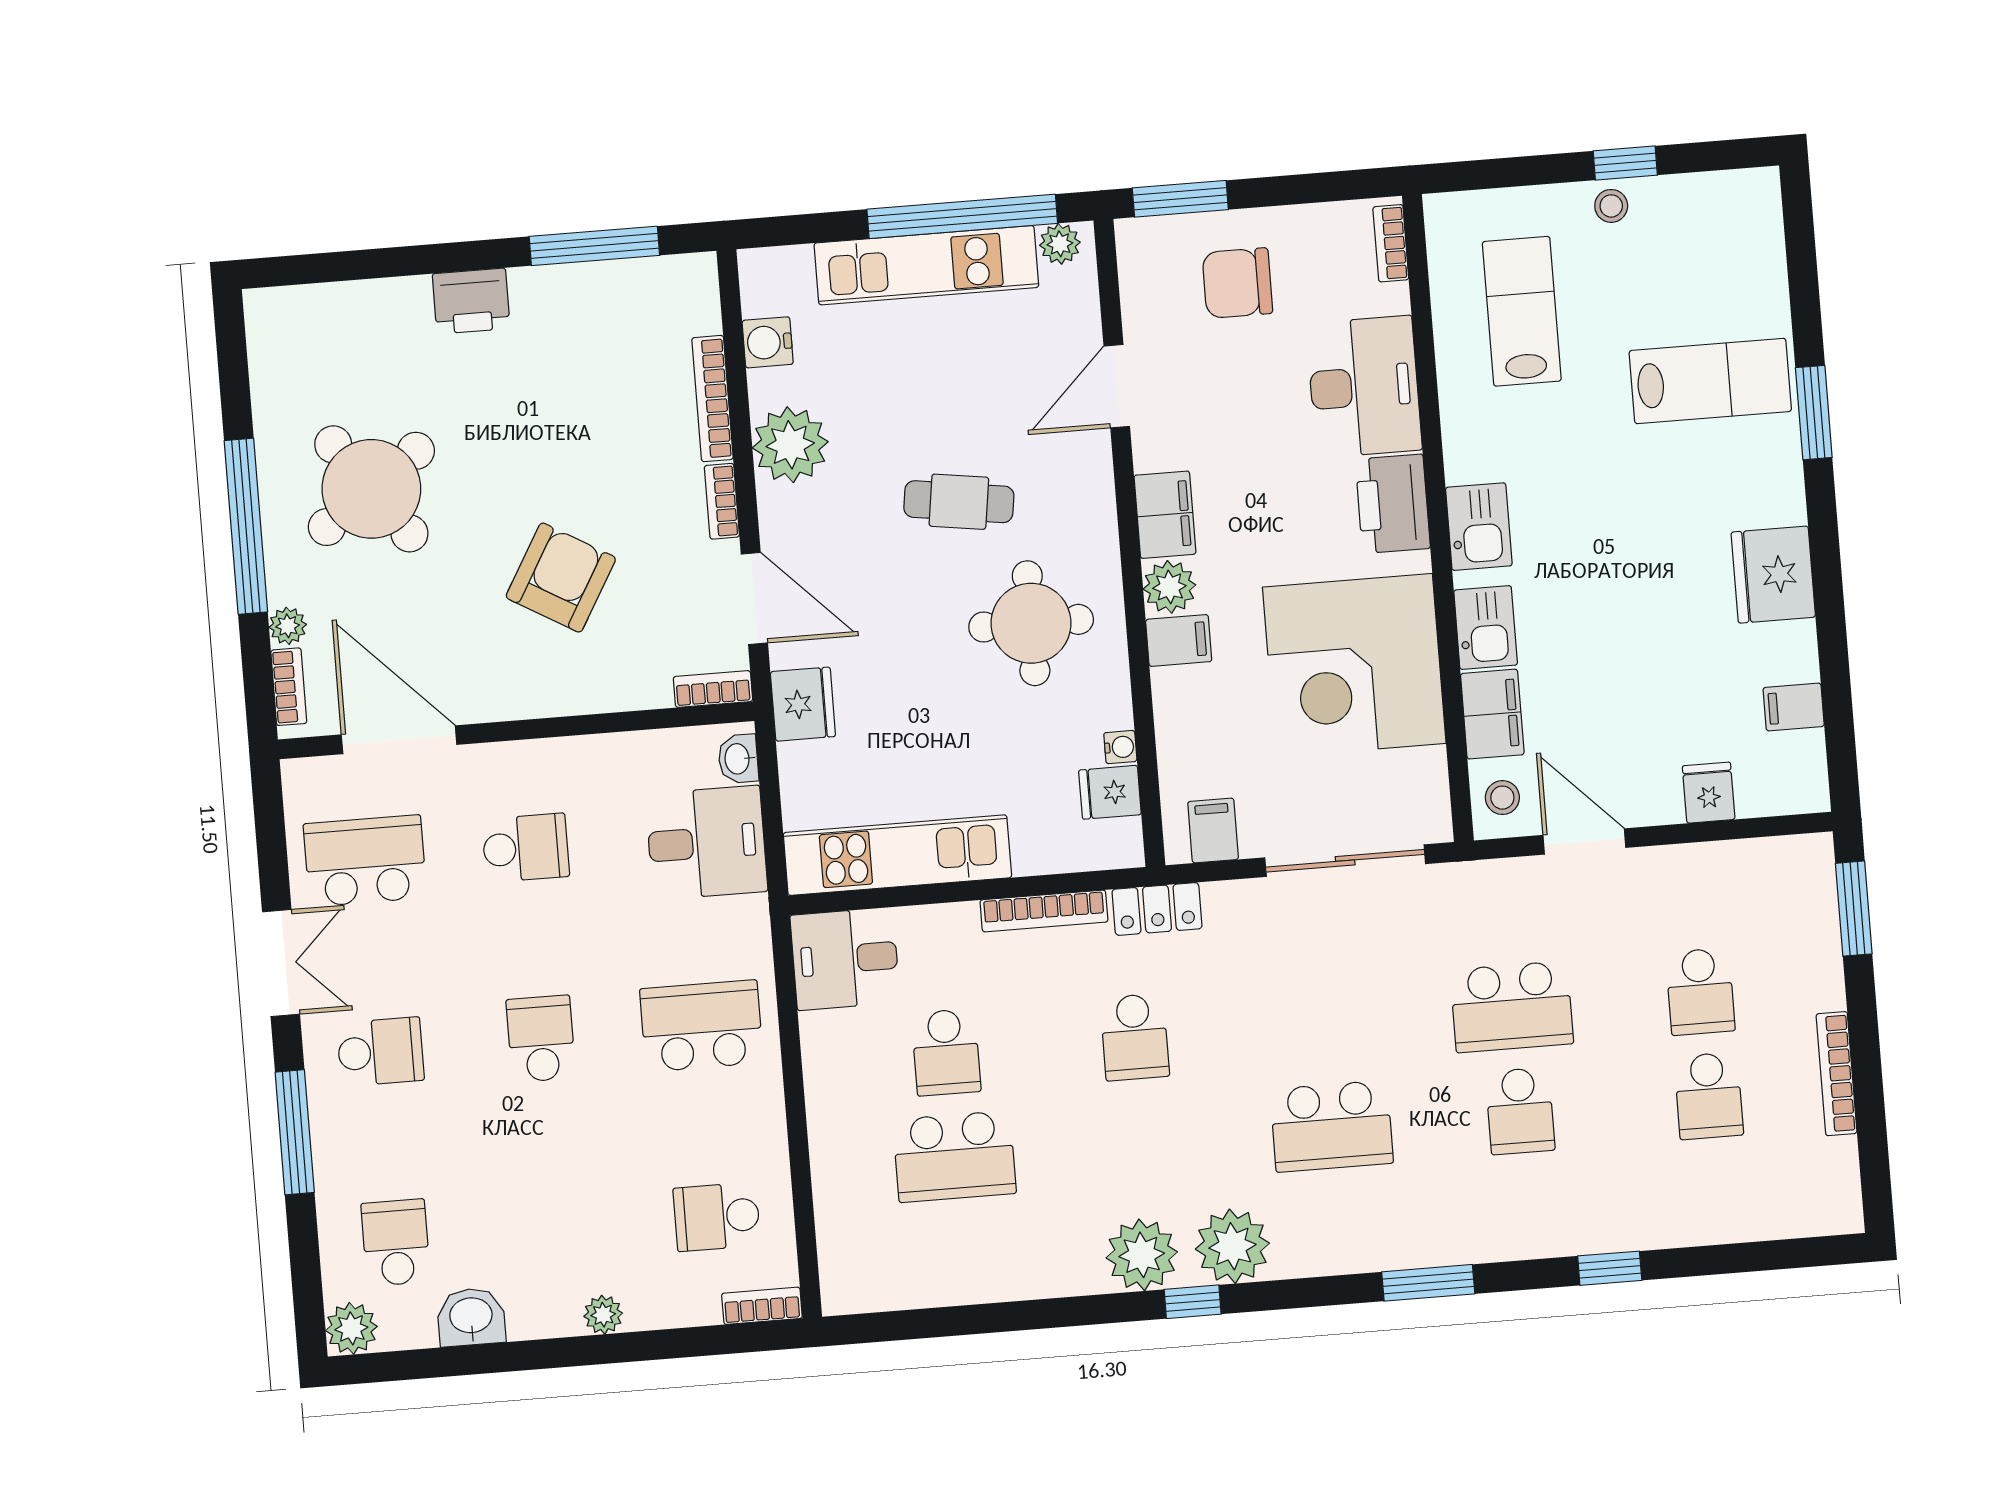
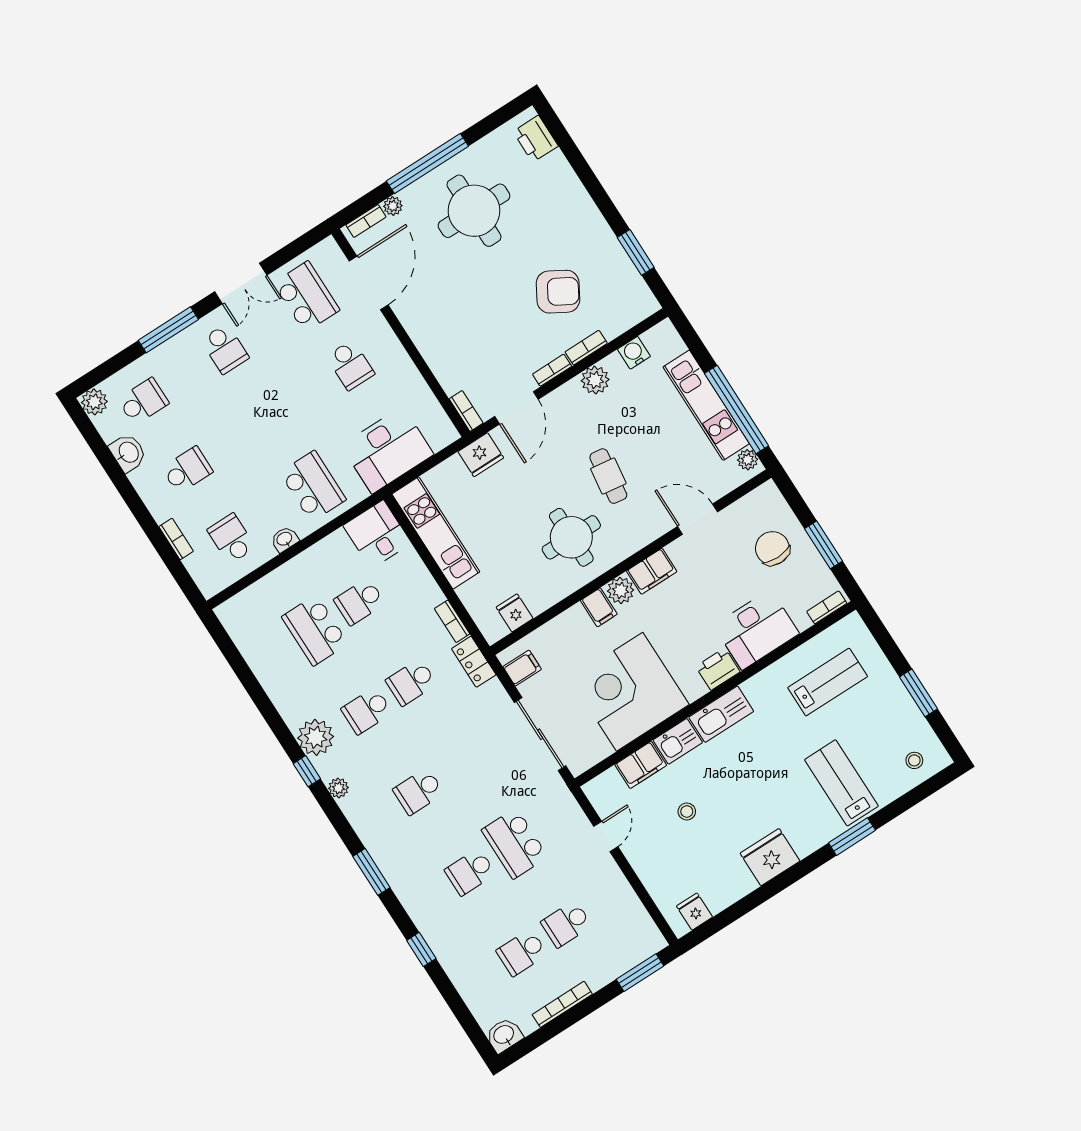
window: (1625, 163) -> (918, 693), width x1.50
window: (1180, 199) -> (823, 545), moved
stool: (1611, 206) -> (914, 760), moved
window: (594, 246) -> (636, 252), width x0.69
printer: (471, 301) -> (536, 139), moved
lab bench: (1710, 381) -> (841, 783), turned 180
bookcase: (712, 399) -> (586, 348), width x0.64
plant: (790, 445) -> (595, 380), width x0.73, depth x0.73
round table: (371, 489) -> (474, 211), turned 36
printer: (1393, 504) -> (718, 669), width x0.73, depth x0.84
kitchen sink: (1479, 527) -> (721, 714), width x1.38
armchair: (561, 578) -> (558, 292), moved
filing cabinet: (1794, 707) -> (716, 898), removed
water cooler: (1120, 747) -> (537, 607), removed
washbasin: (738, 759) -> (285, 539), moved
fridge: (1709, 793) -> (694, 912), moved, turned -90
stool: (1502, 798) -> (687, 811), moved
door: (1584, 841) -> (606, 836), width x0.73
desk: (706, 843) -> (387, 450), width x1.37
bookcase: (1044, 911) -> (452, 621), width x0.64
school desk: (541, 1039) -> (187, 470), moved
school desk: (1332, 1126) -> (418, 791), width x0.54
school desk: (1143, 1141) -> (367, 711), added
washbasin: (1836, 1204) -> (504, 1035), added
plant: (1232, 1246) -> (338, 788), width x0.53, depth x0.53
bookcase: (762, 1306) -> (176, 539), moved
plant: (603, 1315) -> (161, 511), removed

